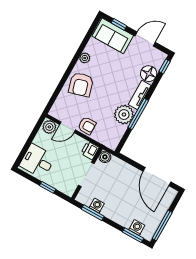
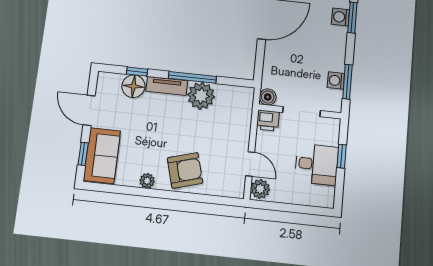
window: (165, 66) -> (137, 72), moved
armchair: (87, 126) -> (237, 139), removed
desk: (37, 161) -> (317, 164), moved, turned -90

